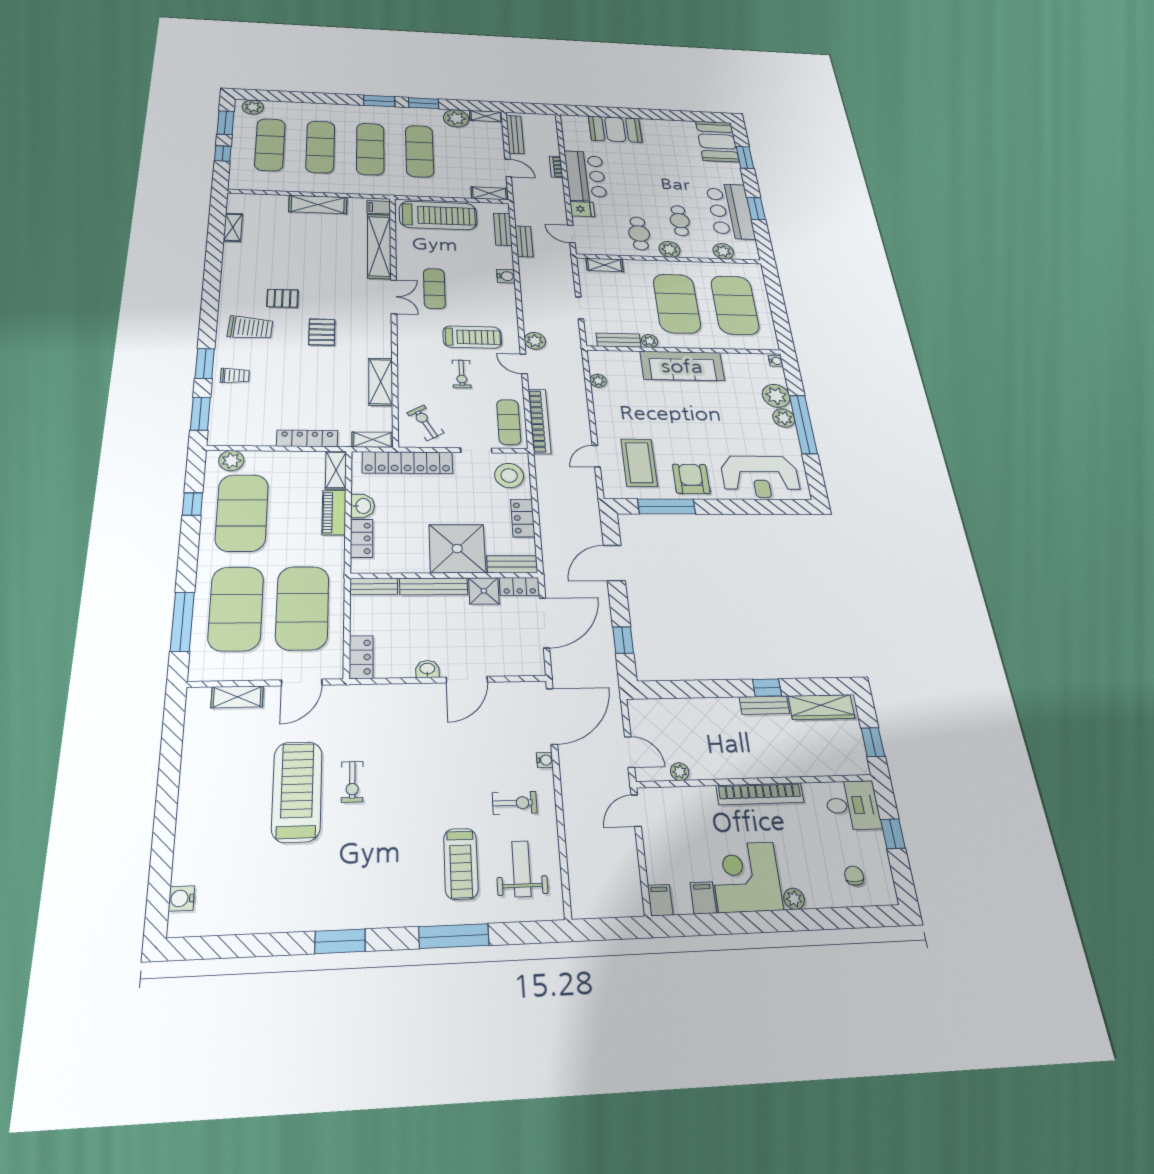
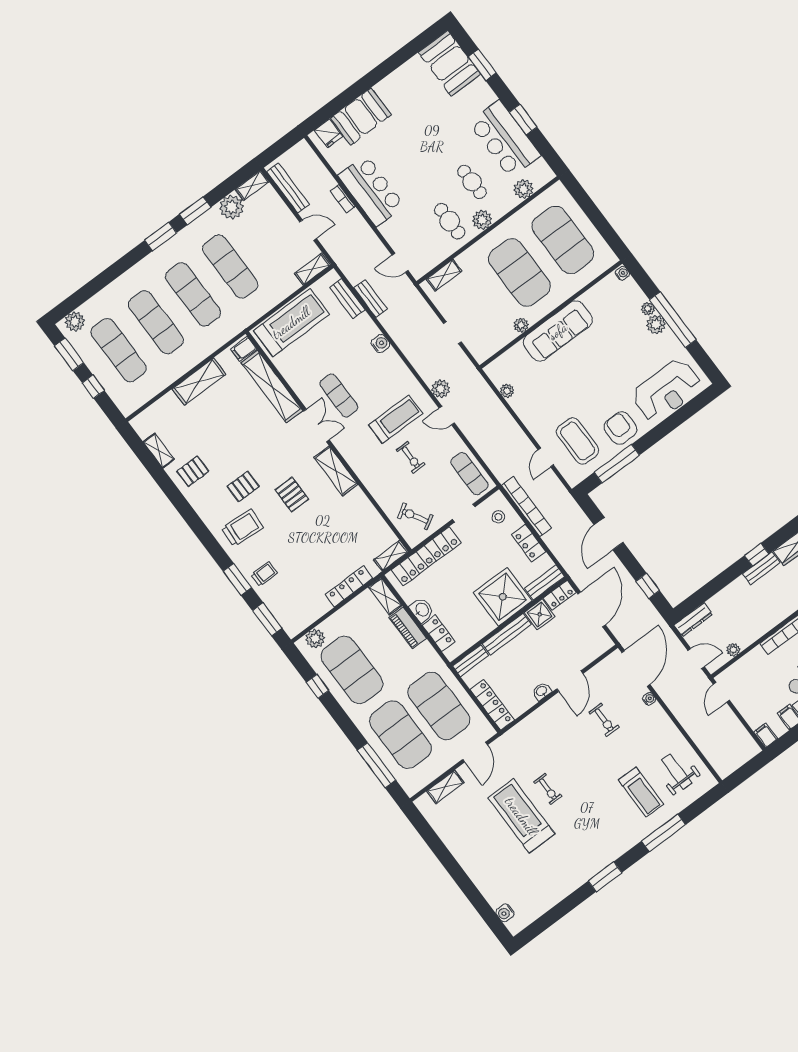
fridge: (582, 209) -> (328, 133), moved, turned 90
pallet: (248, 260) -> (193, 471), added
bench: (619, 340) -> (499, 342), removed
shelving: (381, 382) -> (336, 471), moved
plant: (776, 396) -> (648, 309), width x0.53, depth x0.53
bookcase: (540, 421) -> (526, 507), moved
stool: (509, 476) -> (498, 517), width x0.53, depth x0.53
locker: (361, 657) -> (492, 705), width x1.53
dresser: (653, 708) -> (693, 620), added
exercise bike: (515, 803) -> (604, 720), moved, turned 90

